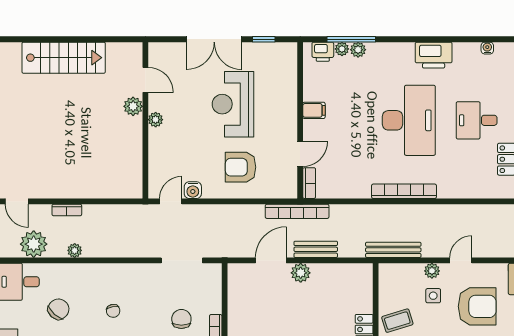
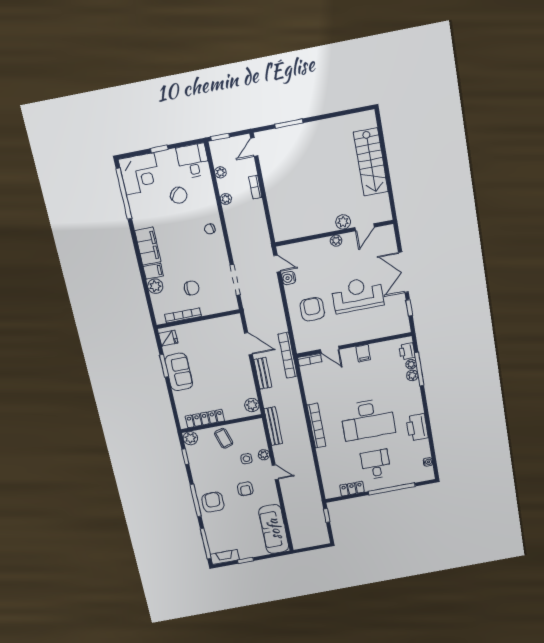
plant: (34, 244) -> (220, 172), width x0.53, depth x0.53
plant: (301, 273) -> (252, 405), moved
armchair: (477, 306) -> (245, 489), width x0.53, depth x0.53
chair: (113, 311) -> (210, 229), moved

